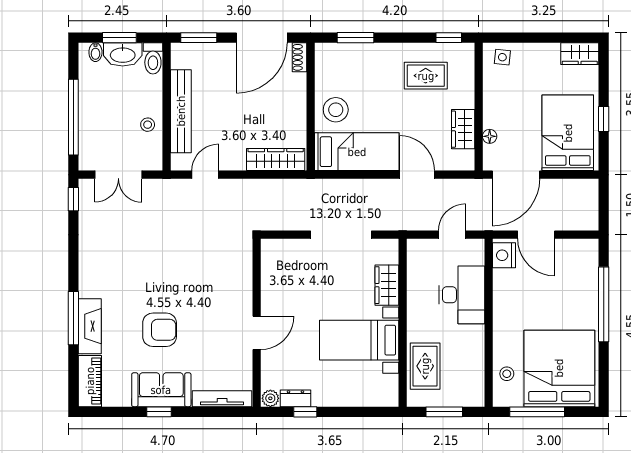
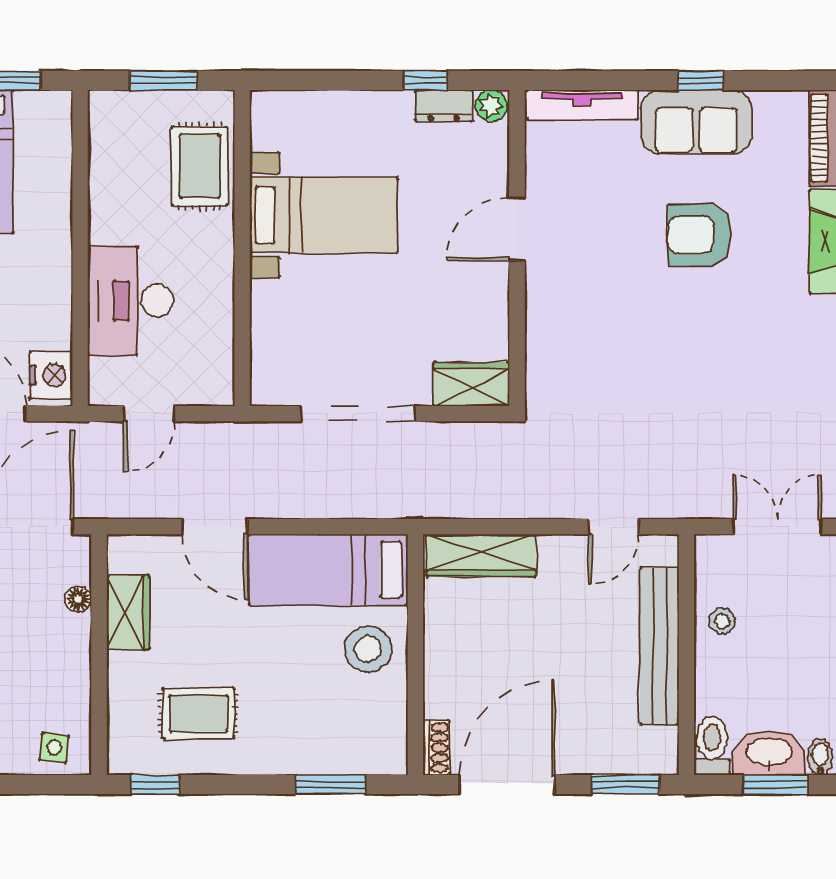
wardrobe: (387, 285) -> (472, 384), moved, turned -90
stool: (507, 374) -> (46, 152), removed

